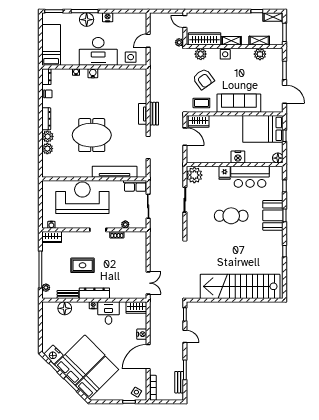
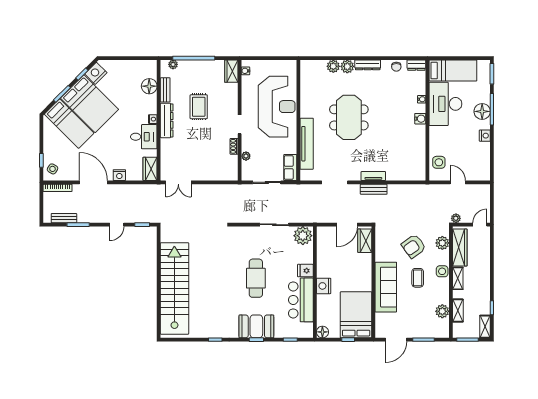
desk: (98, 51) -> (445, 104), moved
coffee table: (201, 103) -> (418, 278), moved

